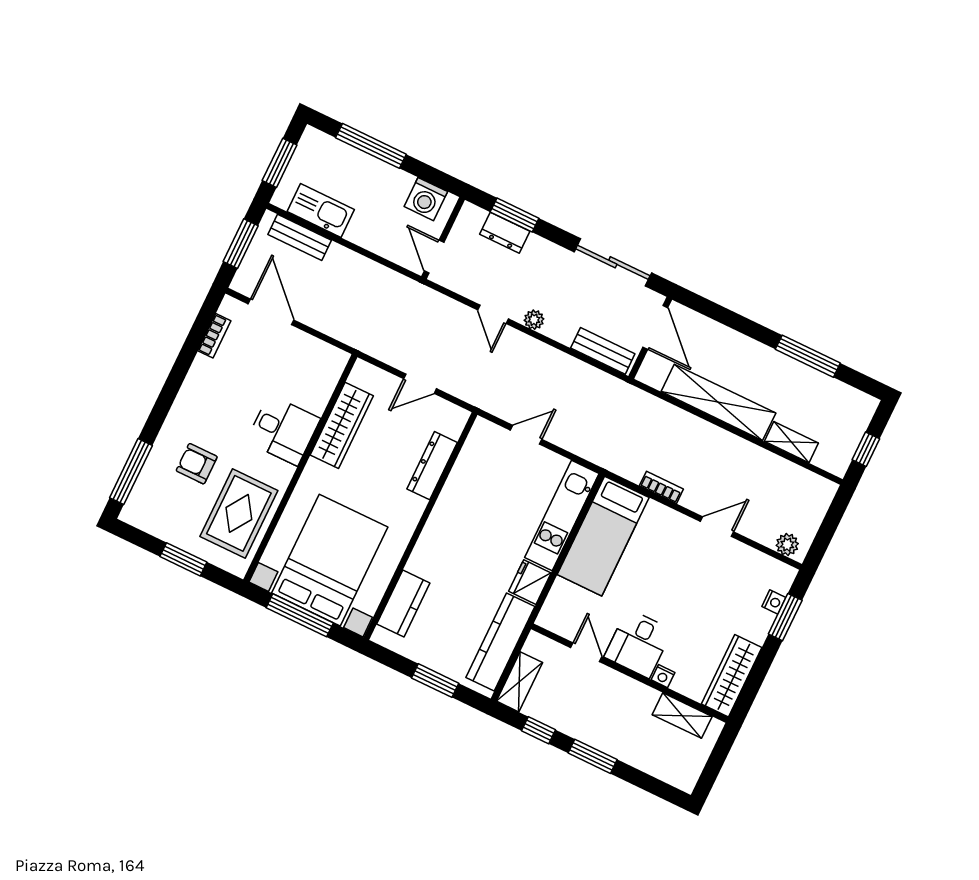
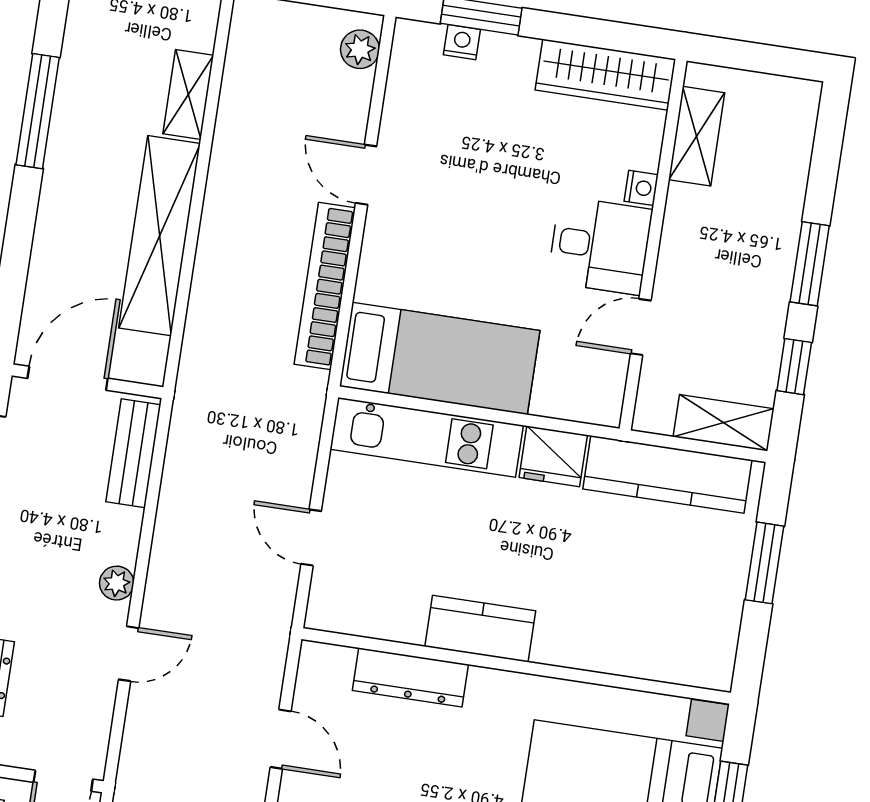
bookcase: (661, 487) -> (325, 286), width x2.31, depth x1.31
kitchen counter: (403, 603) -> (480, 629), moved

